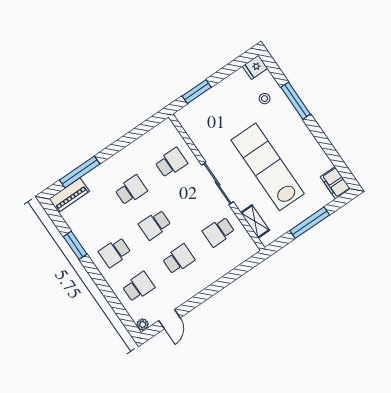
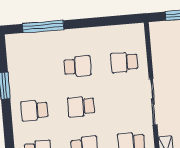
school desk: (171, 163) -> (124, 62), turned 180
piano: (69, 195) -> (23, 41), removed

